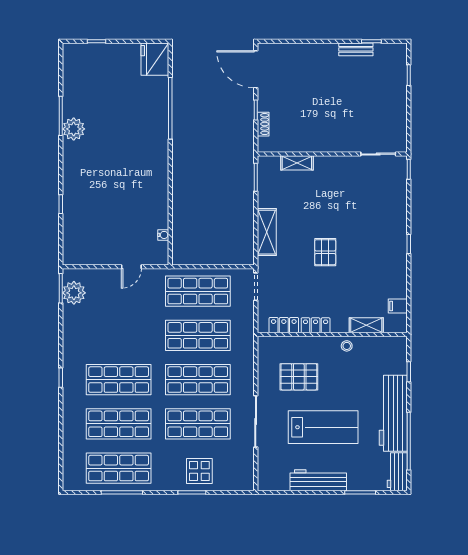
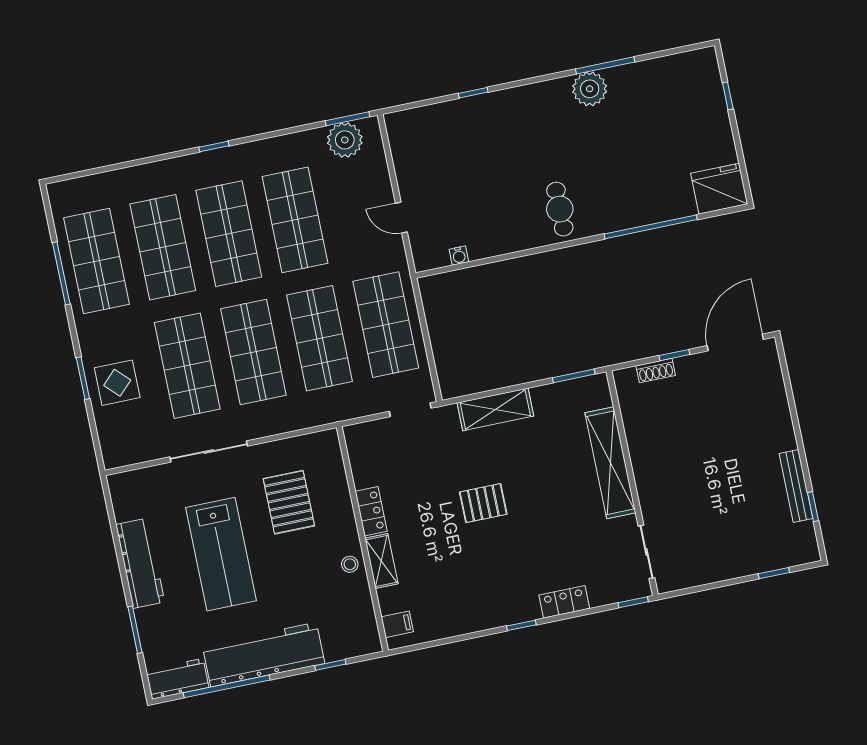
bench: (356, 49) -> (796, 486), width x1.36
shelving: (297, 163) -> (610, 463), width x2.20, depth x1.33
cafe table: (147, 164) -> (560, 209), added
filing cabinet: (398, 306) -> (397, 624), moved, turned 90
locker: (284, 325) -> (564, 602), moved, turned -90
shelving: (366, 325) -> (381, 561), moved
shop shelf: (119, 335) -> (295, 220), added

